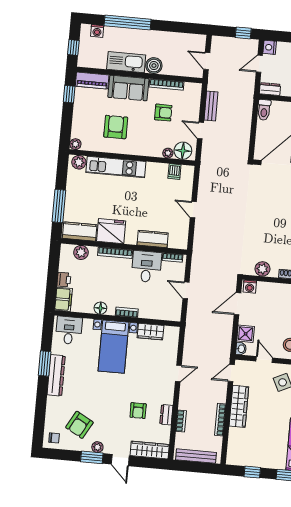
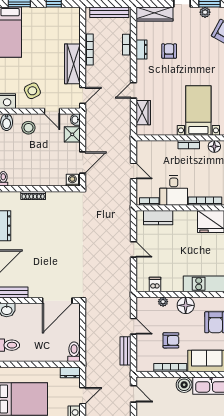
armchair: (163, 113) -> (171, 340), turned 180
floor lamp: (183, 151) -> (186, 305), moved
kitchen counter: (153, 239) -> (158, 218), moved
plant: (262, 269) -> (62, 198), removed
wardrobe: (151, 332) -> (143, 113), moved, turned 90

